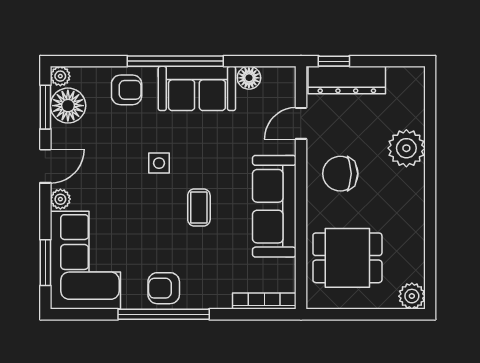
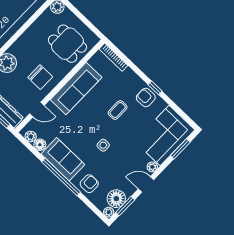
plant: (273, 77) -> (31, 137), added
armchair: (127, 90) -> (89, 184), turned 90
coffee table: (199, 208) -> (118, 110), moved
armchair: (164, 288) -> (146, 98), turned 180
window: (164, 314) -> (155, 88), width x0.32

